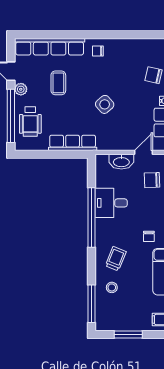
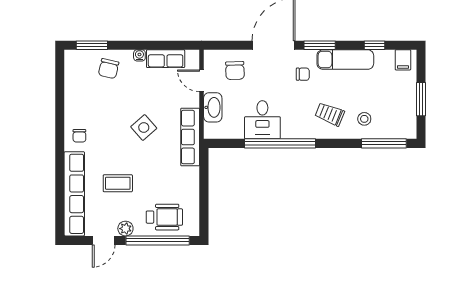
row of seats: (73, 143) -> (190, 137), moved

